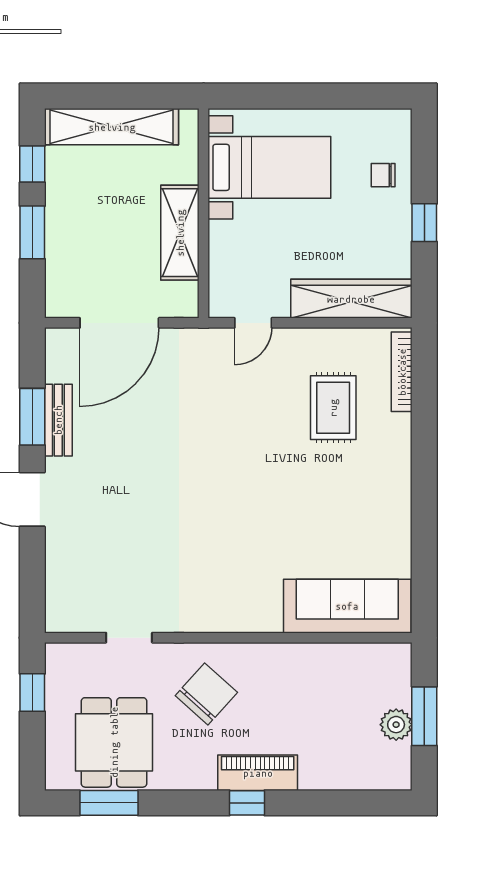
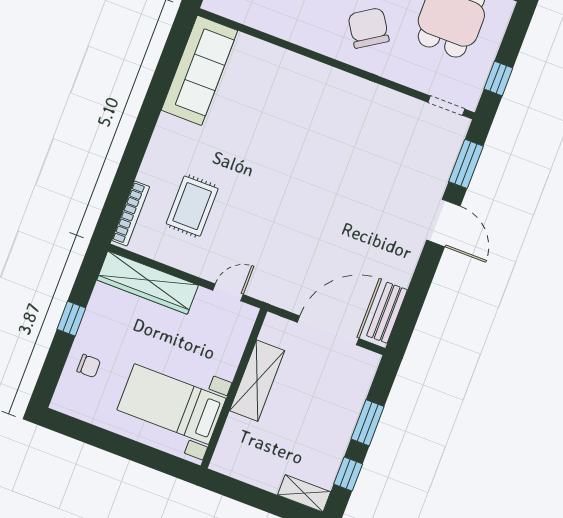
shelving: (112, 127) -> (304, 493), width x0.45, depth x0.75
window: (32, 417) -> (466, 164), moved
bench: (58, 420) -> (387, 313), moved
sofa: (347, 606) -> (199, 70), moved, turned -90
doorway: (129, 638) -> (446, 106), moved
chair: (206, 694) -> (368, 28), turned 105

